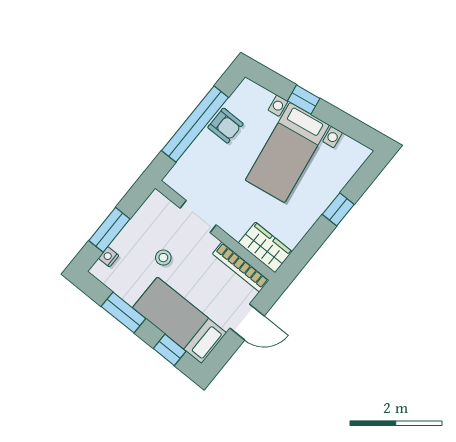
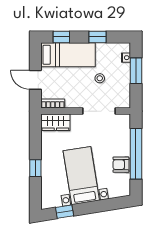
window: (304, 100) -> (65, 212), moved
doorway: (198, 217) -> (99, 111), width x1.38
bookcase: (241, 267) -> (53, 103), width x0.64
window: (123, 313) -> (98, 37), width x0.67
door: (247, 322) -> (35, 80), hinge flipped

